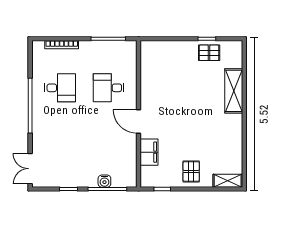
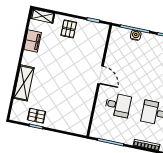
filing cabinet: (149, 152) -> (33, 41), moved, turned 180

